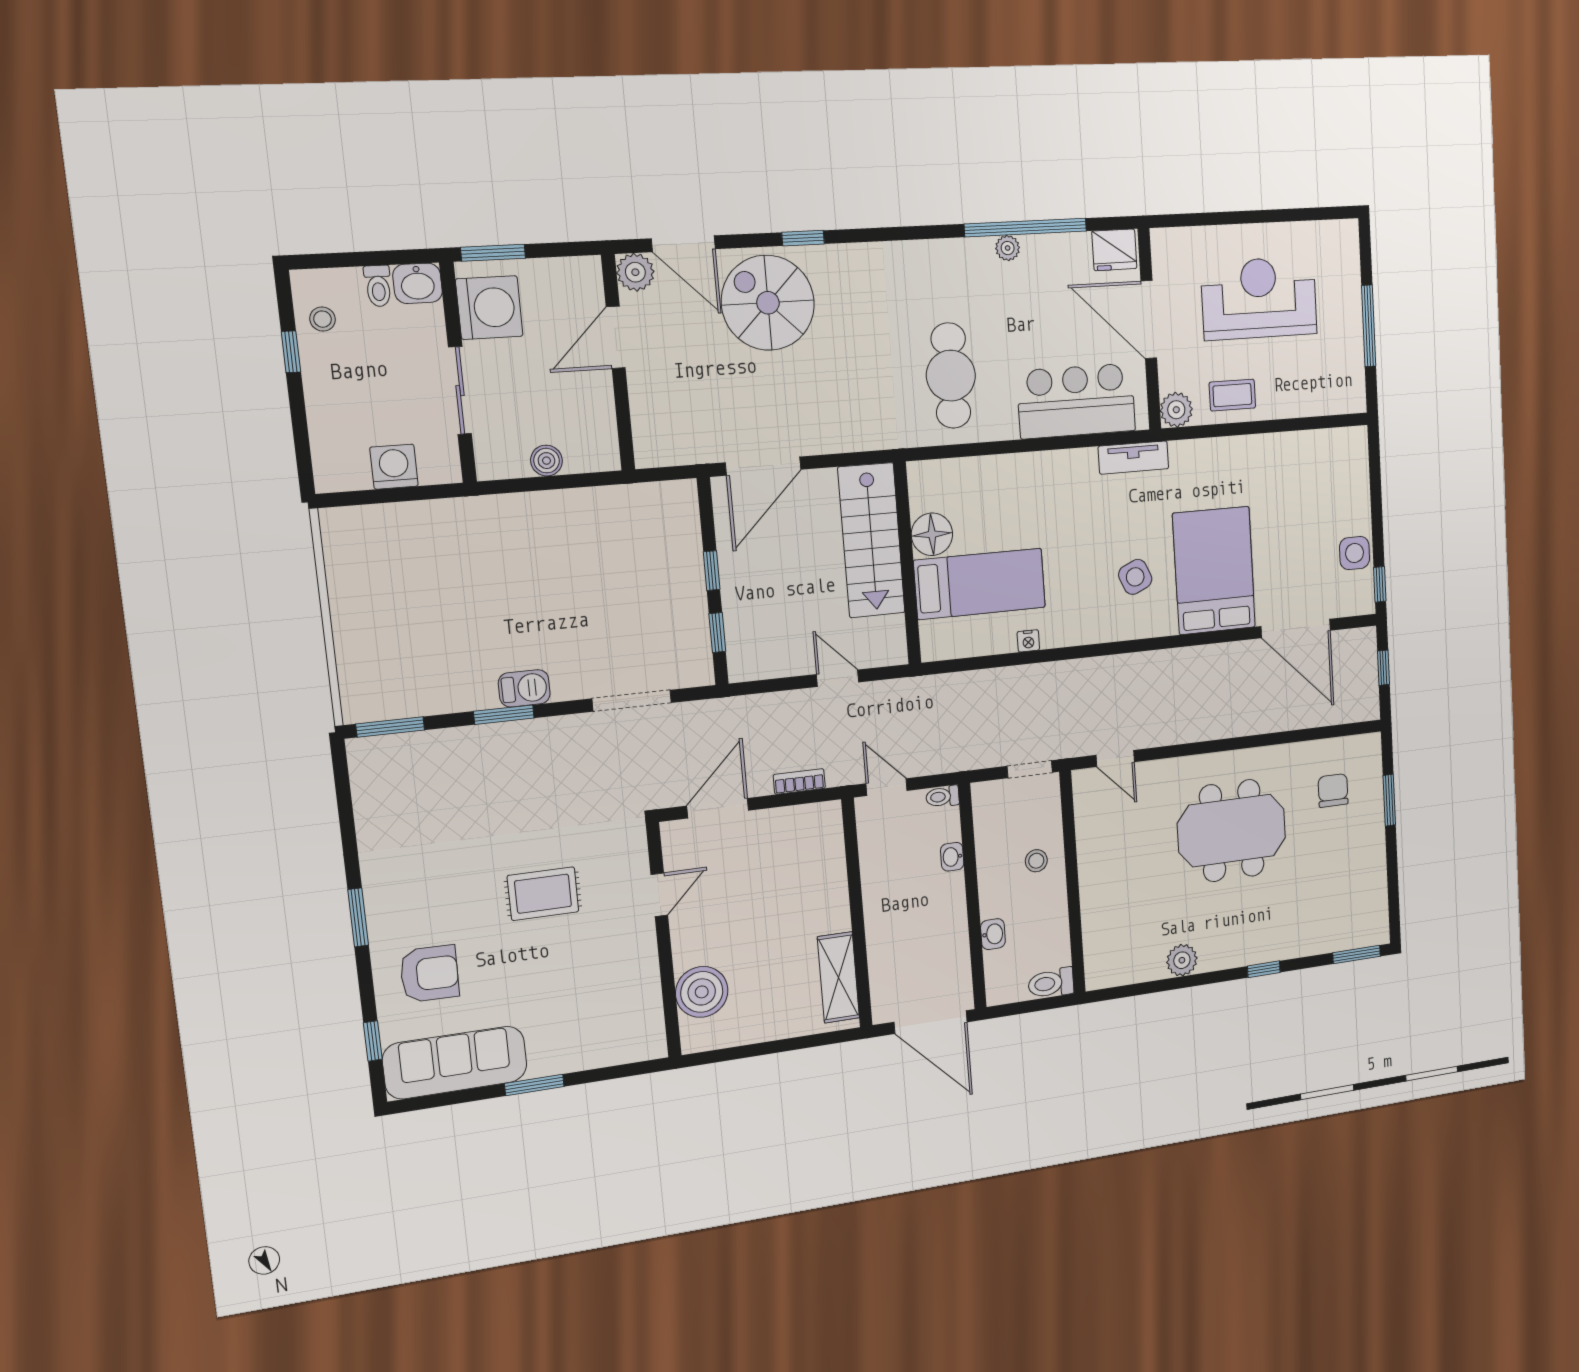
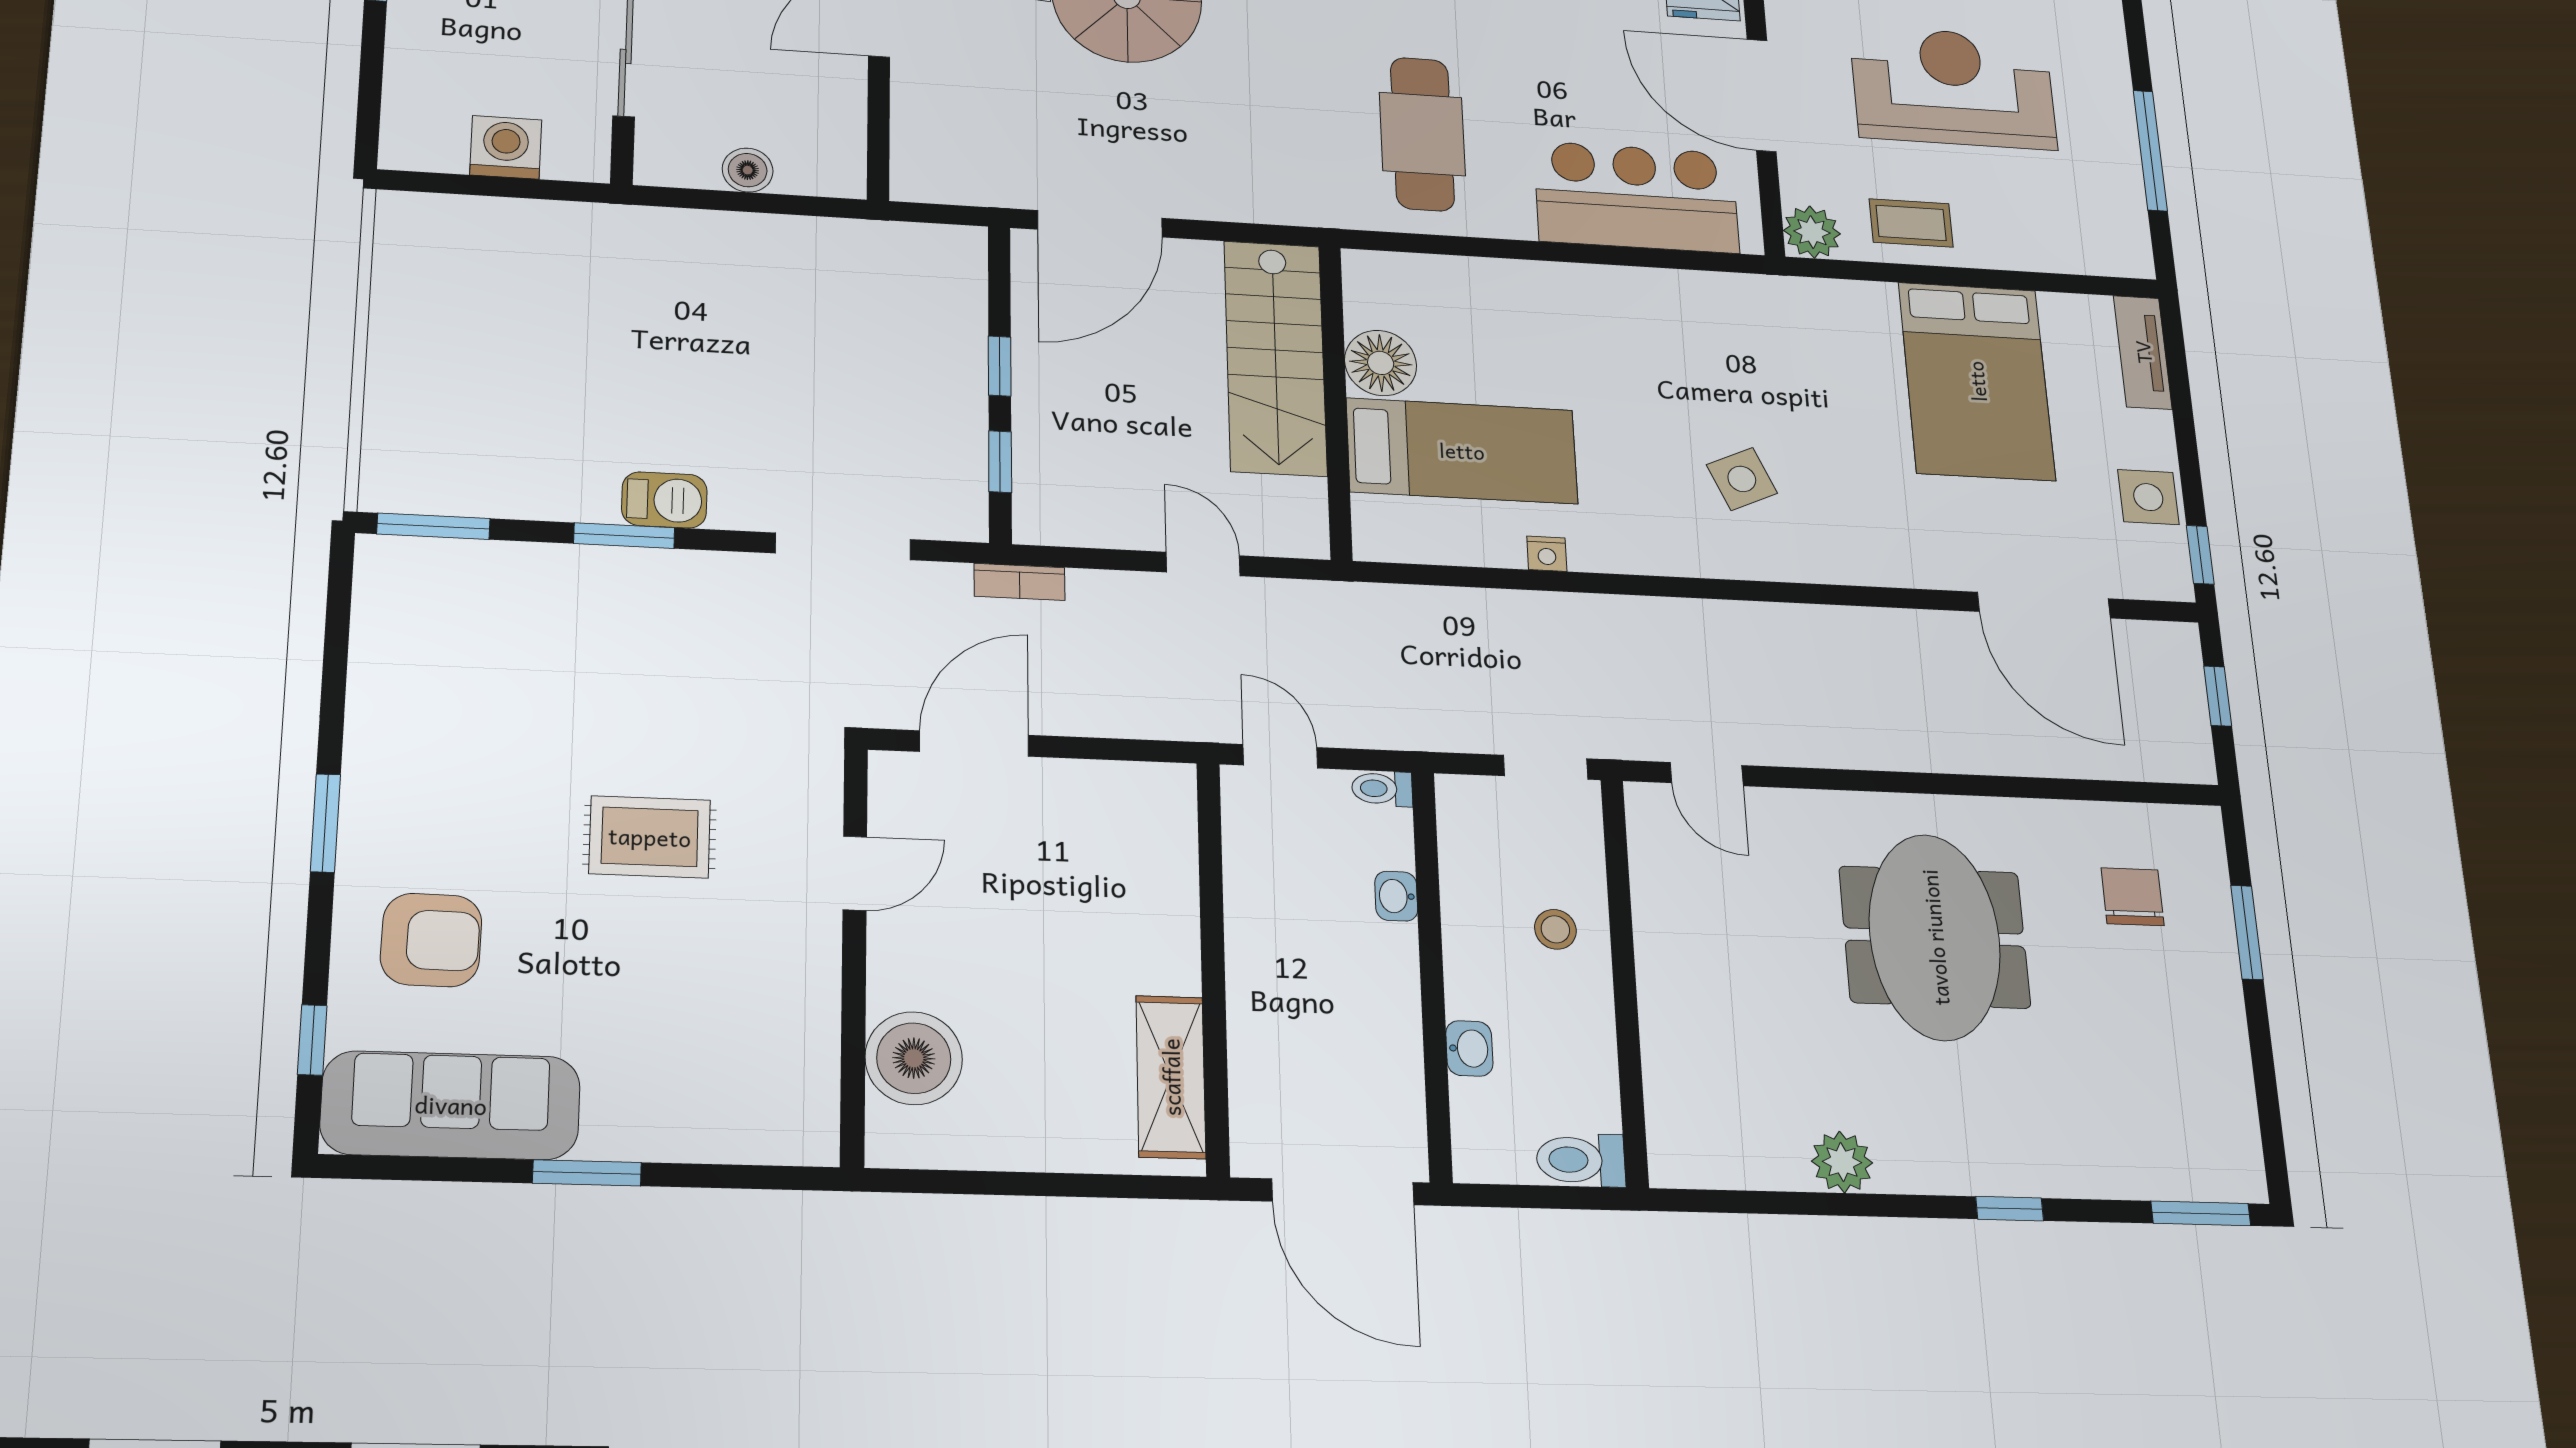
tv unit: (1133, 457) -> (2143, 352), moved, turned 90
bed: (1214, 571) -> (1977, 381), moved, turned 180
bookcase: (799, 781) -> (1020, 582), moved, turned 180
meeting table: (1232, 831) -> (1935, 937), turned 90

